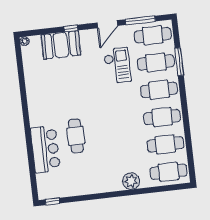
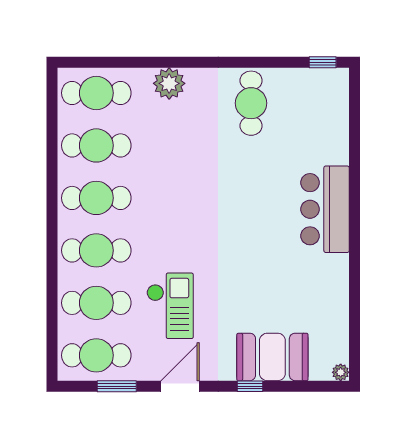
window: (140, 20) -> (117, 386), width x0.69
window: (179, 62) -> (52, 299), removed
checkout: (117, 65) -> (170, 306), turned 180
cafe table: (76, 136) -> (251, 103), moved
bar counter: (45, 149) -> (325, 209), moved

